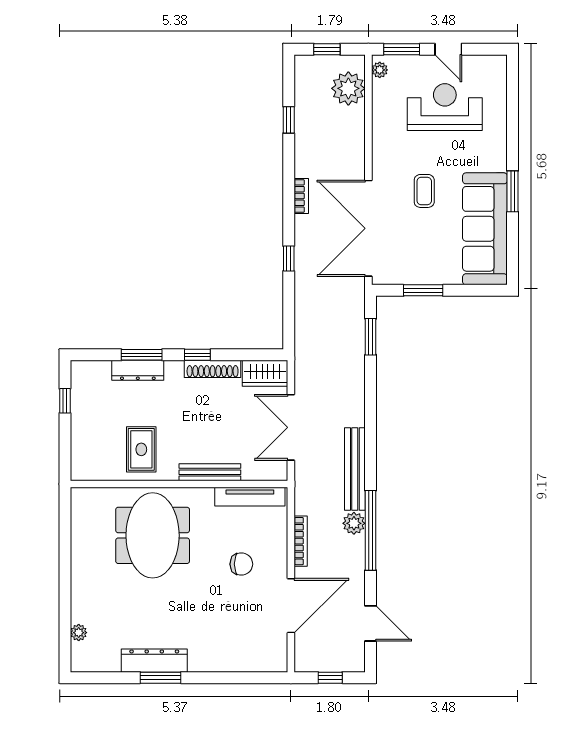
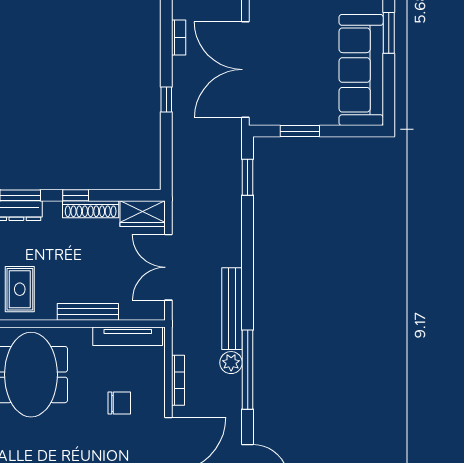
coffee table: (424, 191) -> (301, 32), removed

